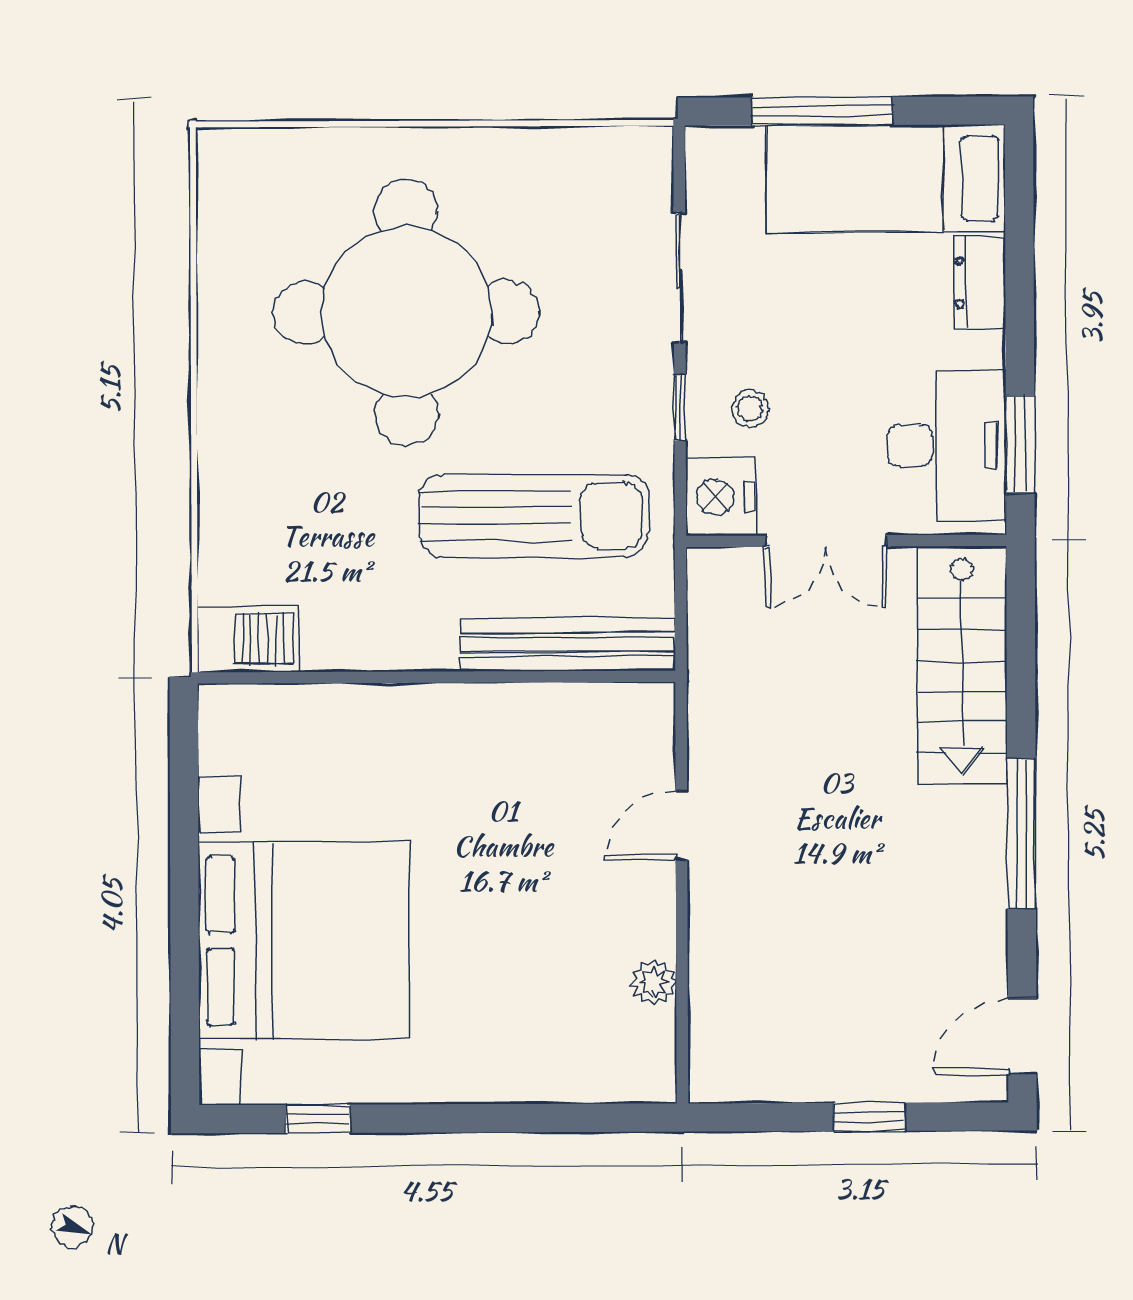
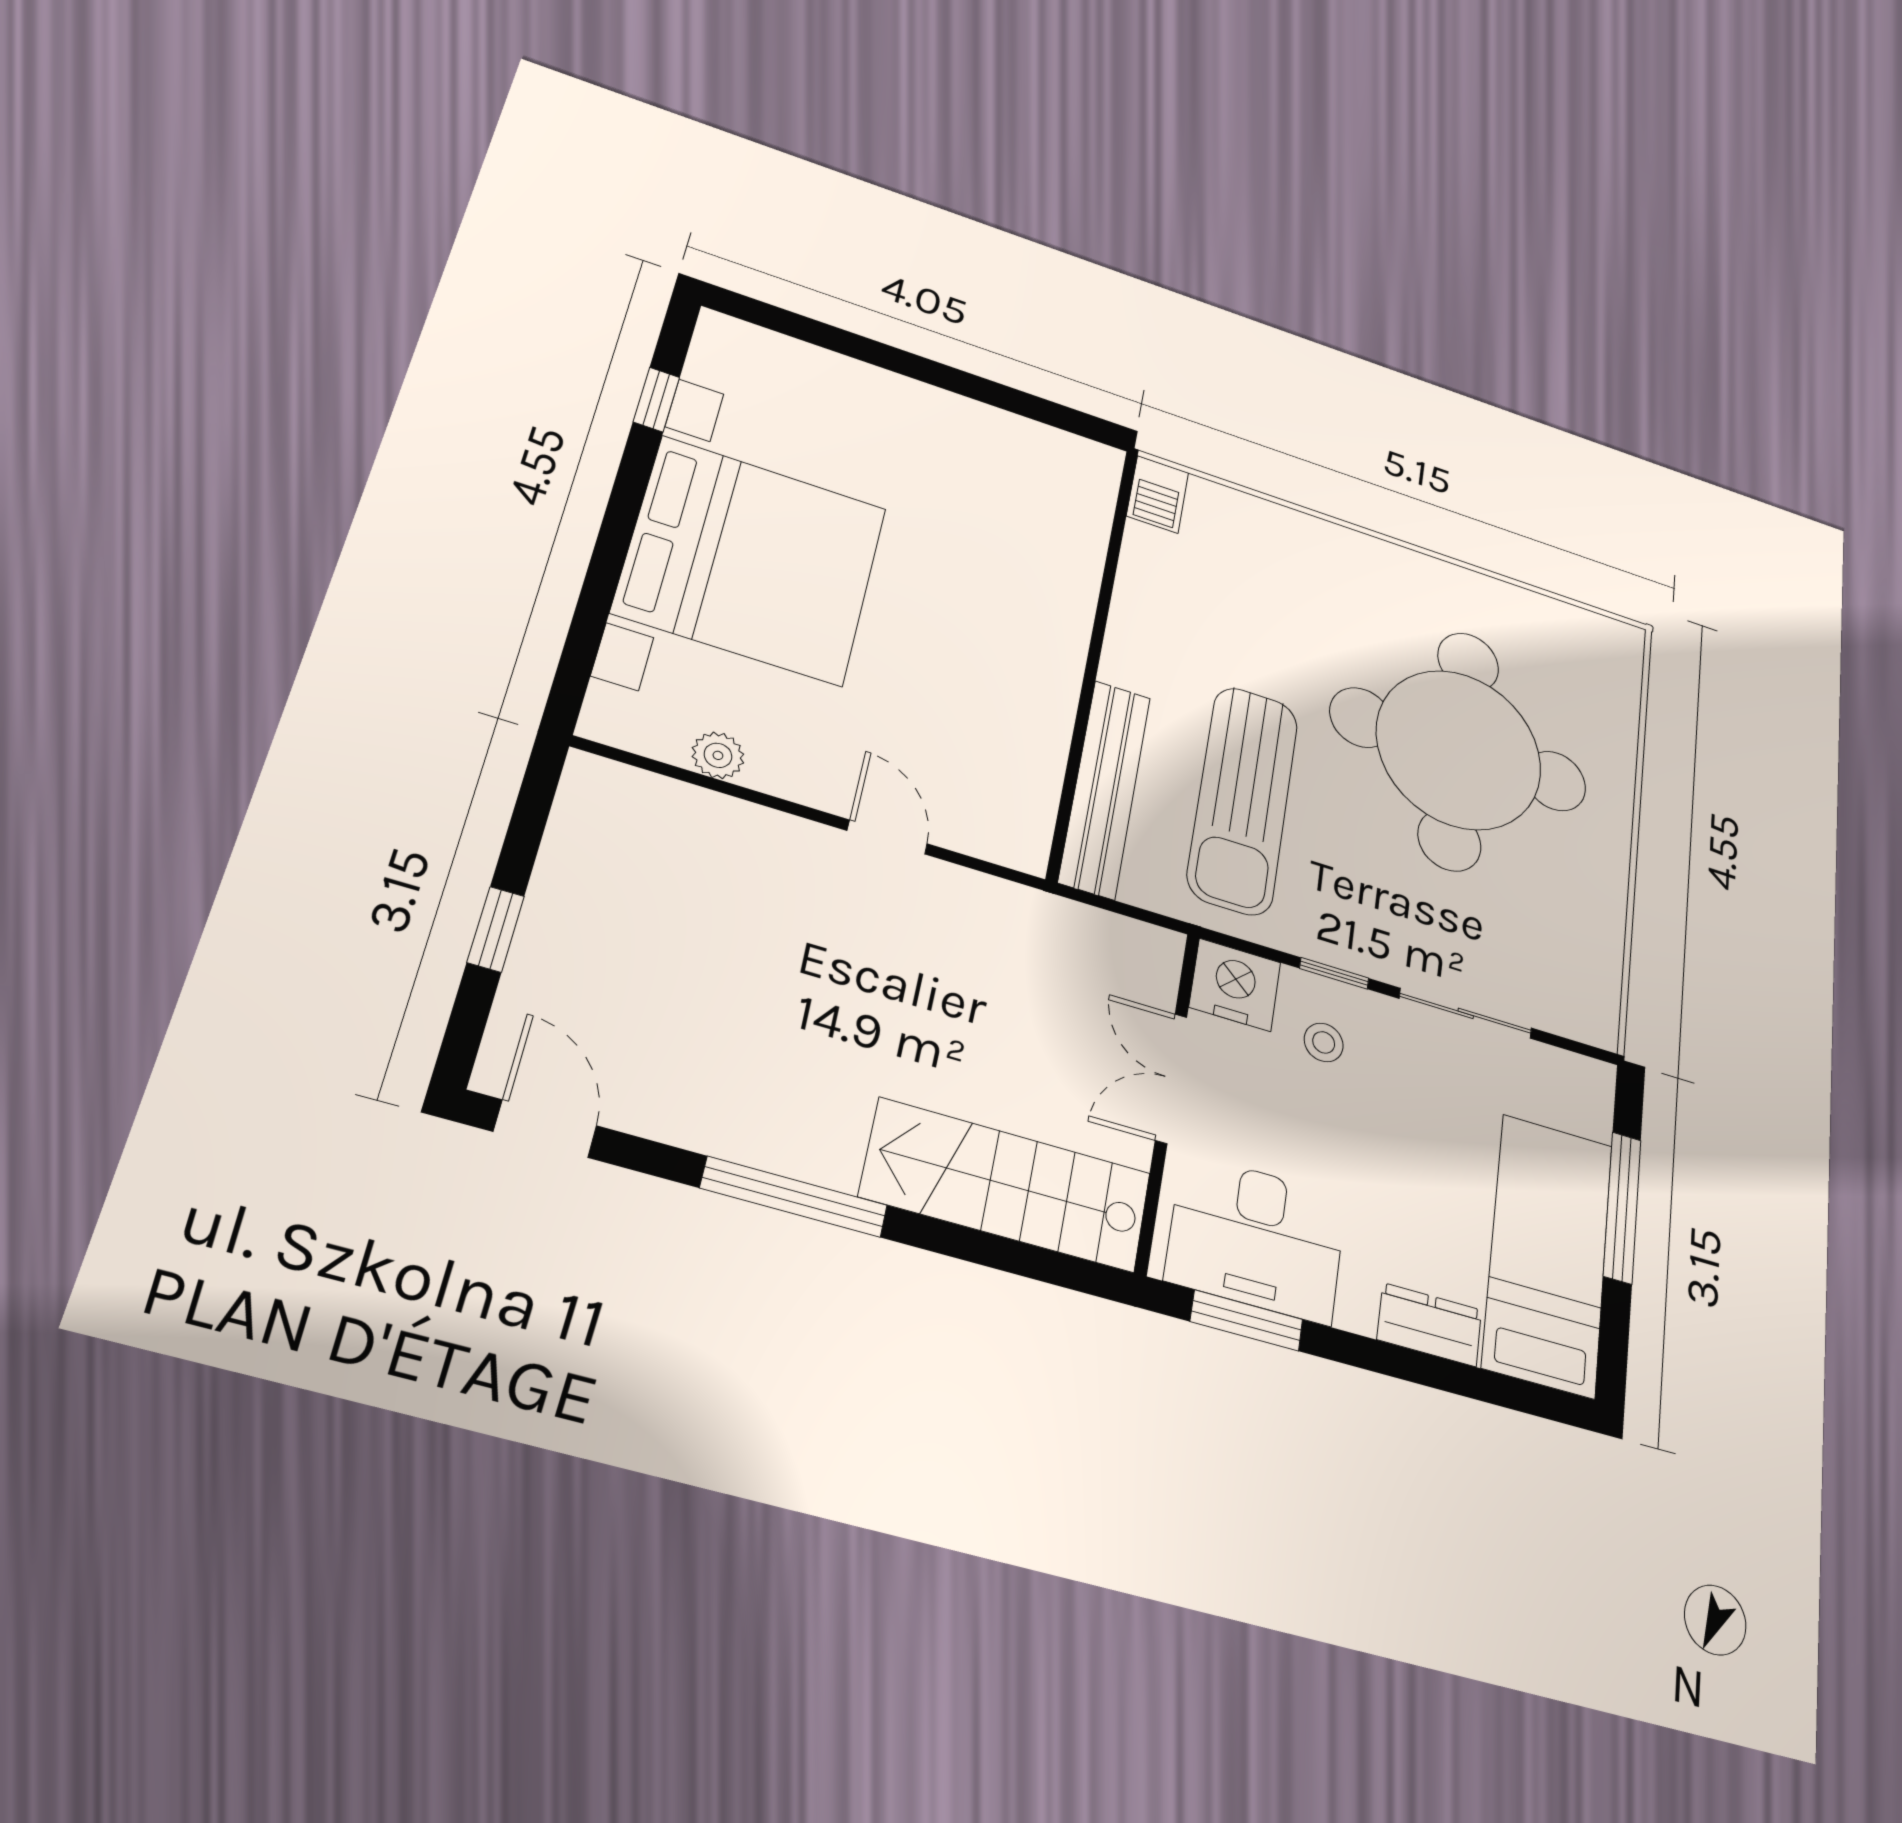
barbecue: (248, 639) -> (1158, 494), width x0.73, depth x0.79
bed with nightstands: (304, 940) -> (751, 560), moved, turned -90

